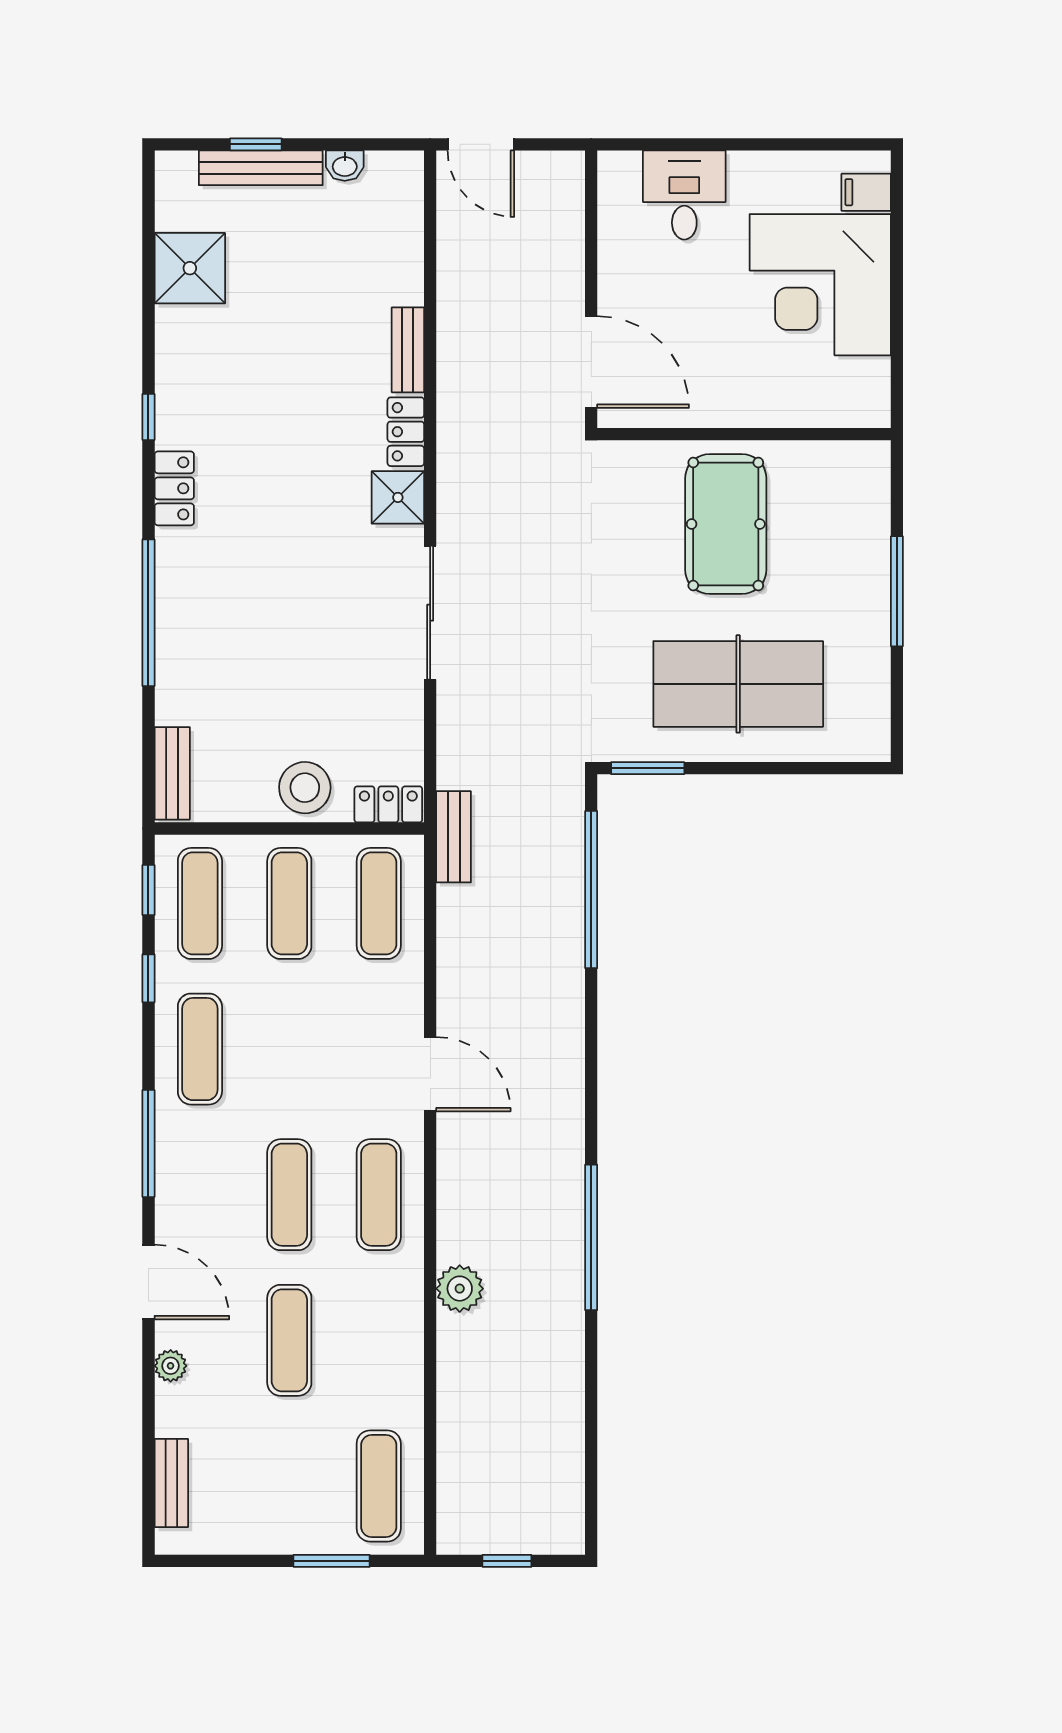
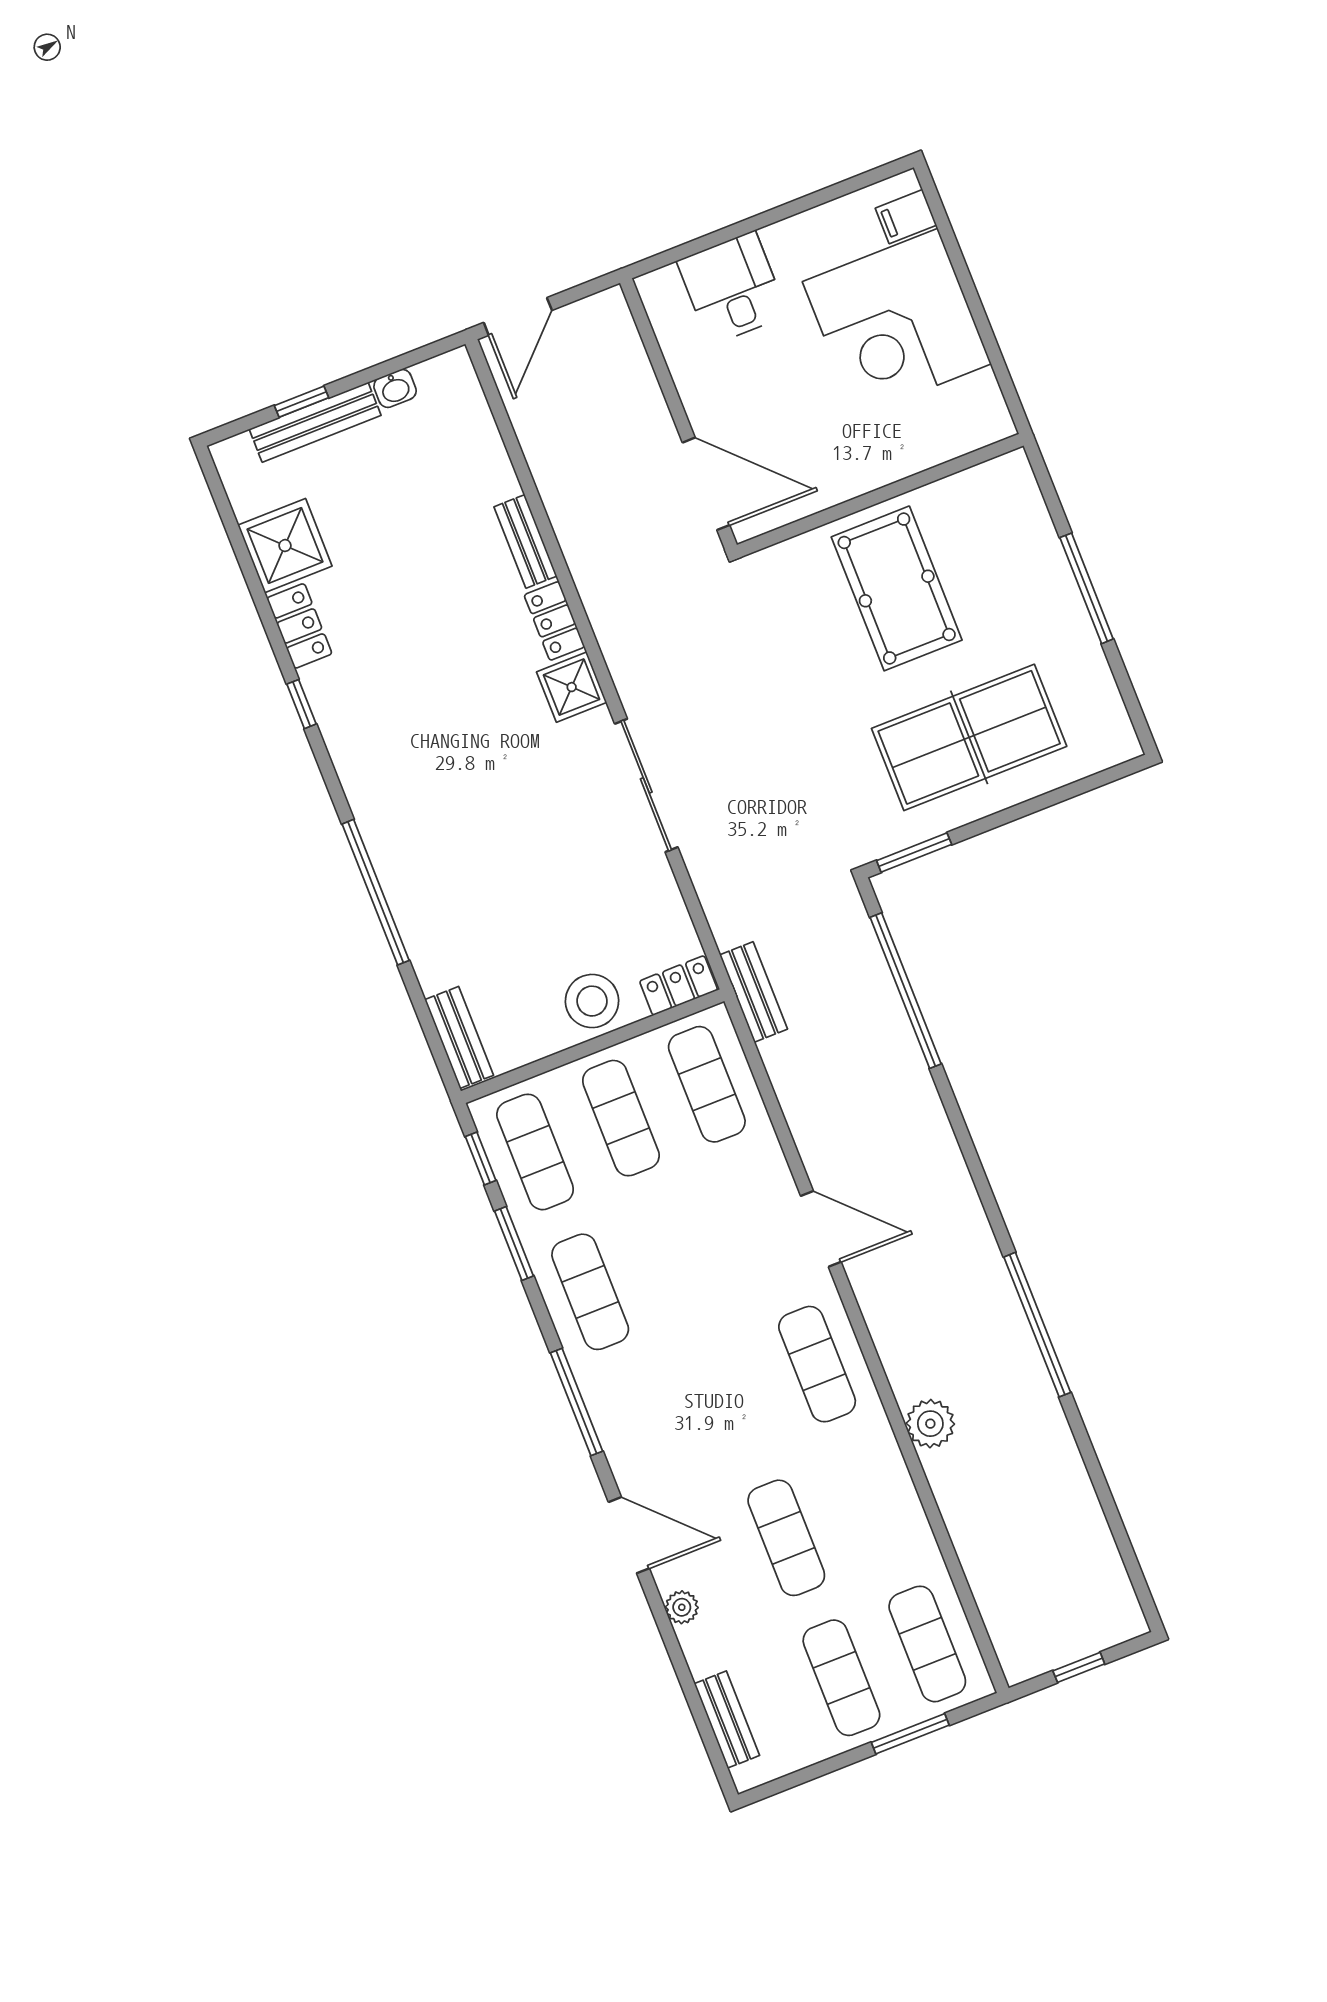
door: (481, 144) -> (518, 316), hinge flipped
locker: (174, 488) -> (299, 626), moved
window: (148, 978) -> (514, 1243), width x1.50
exercise mat: (289, 1195) -> (841, 1678), moved

